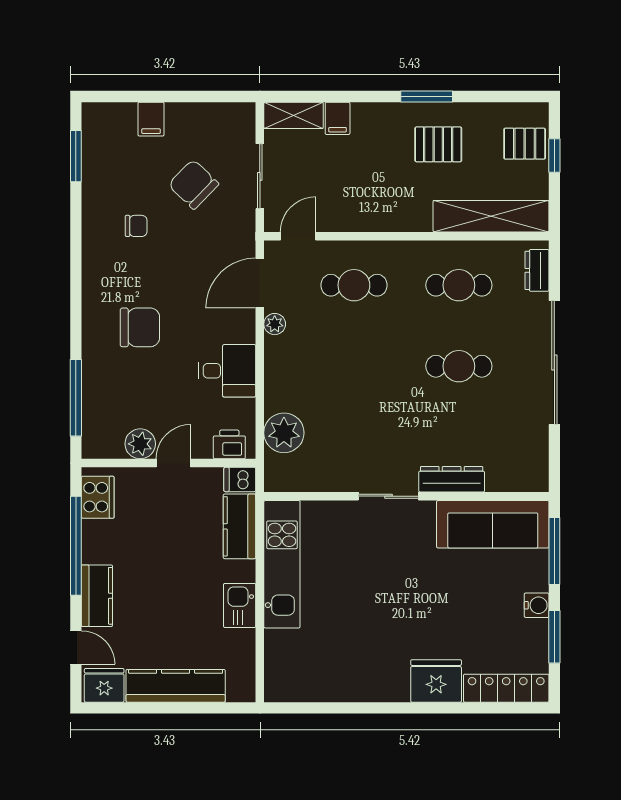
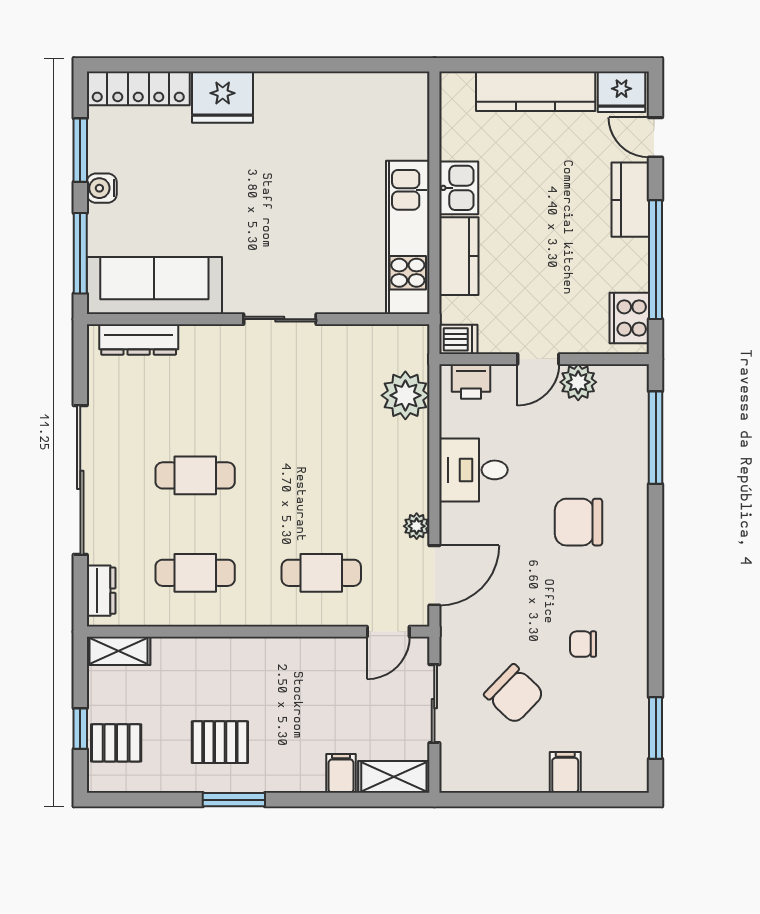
shelving: (491, 216) -> (119, 651), width x0.45, depth x0.75
dresser: (452, 479) -> (139, 340), moved
kitchen counter: (239, 526) -> (459, 256), moved

